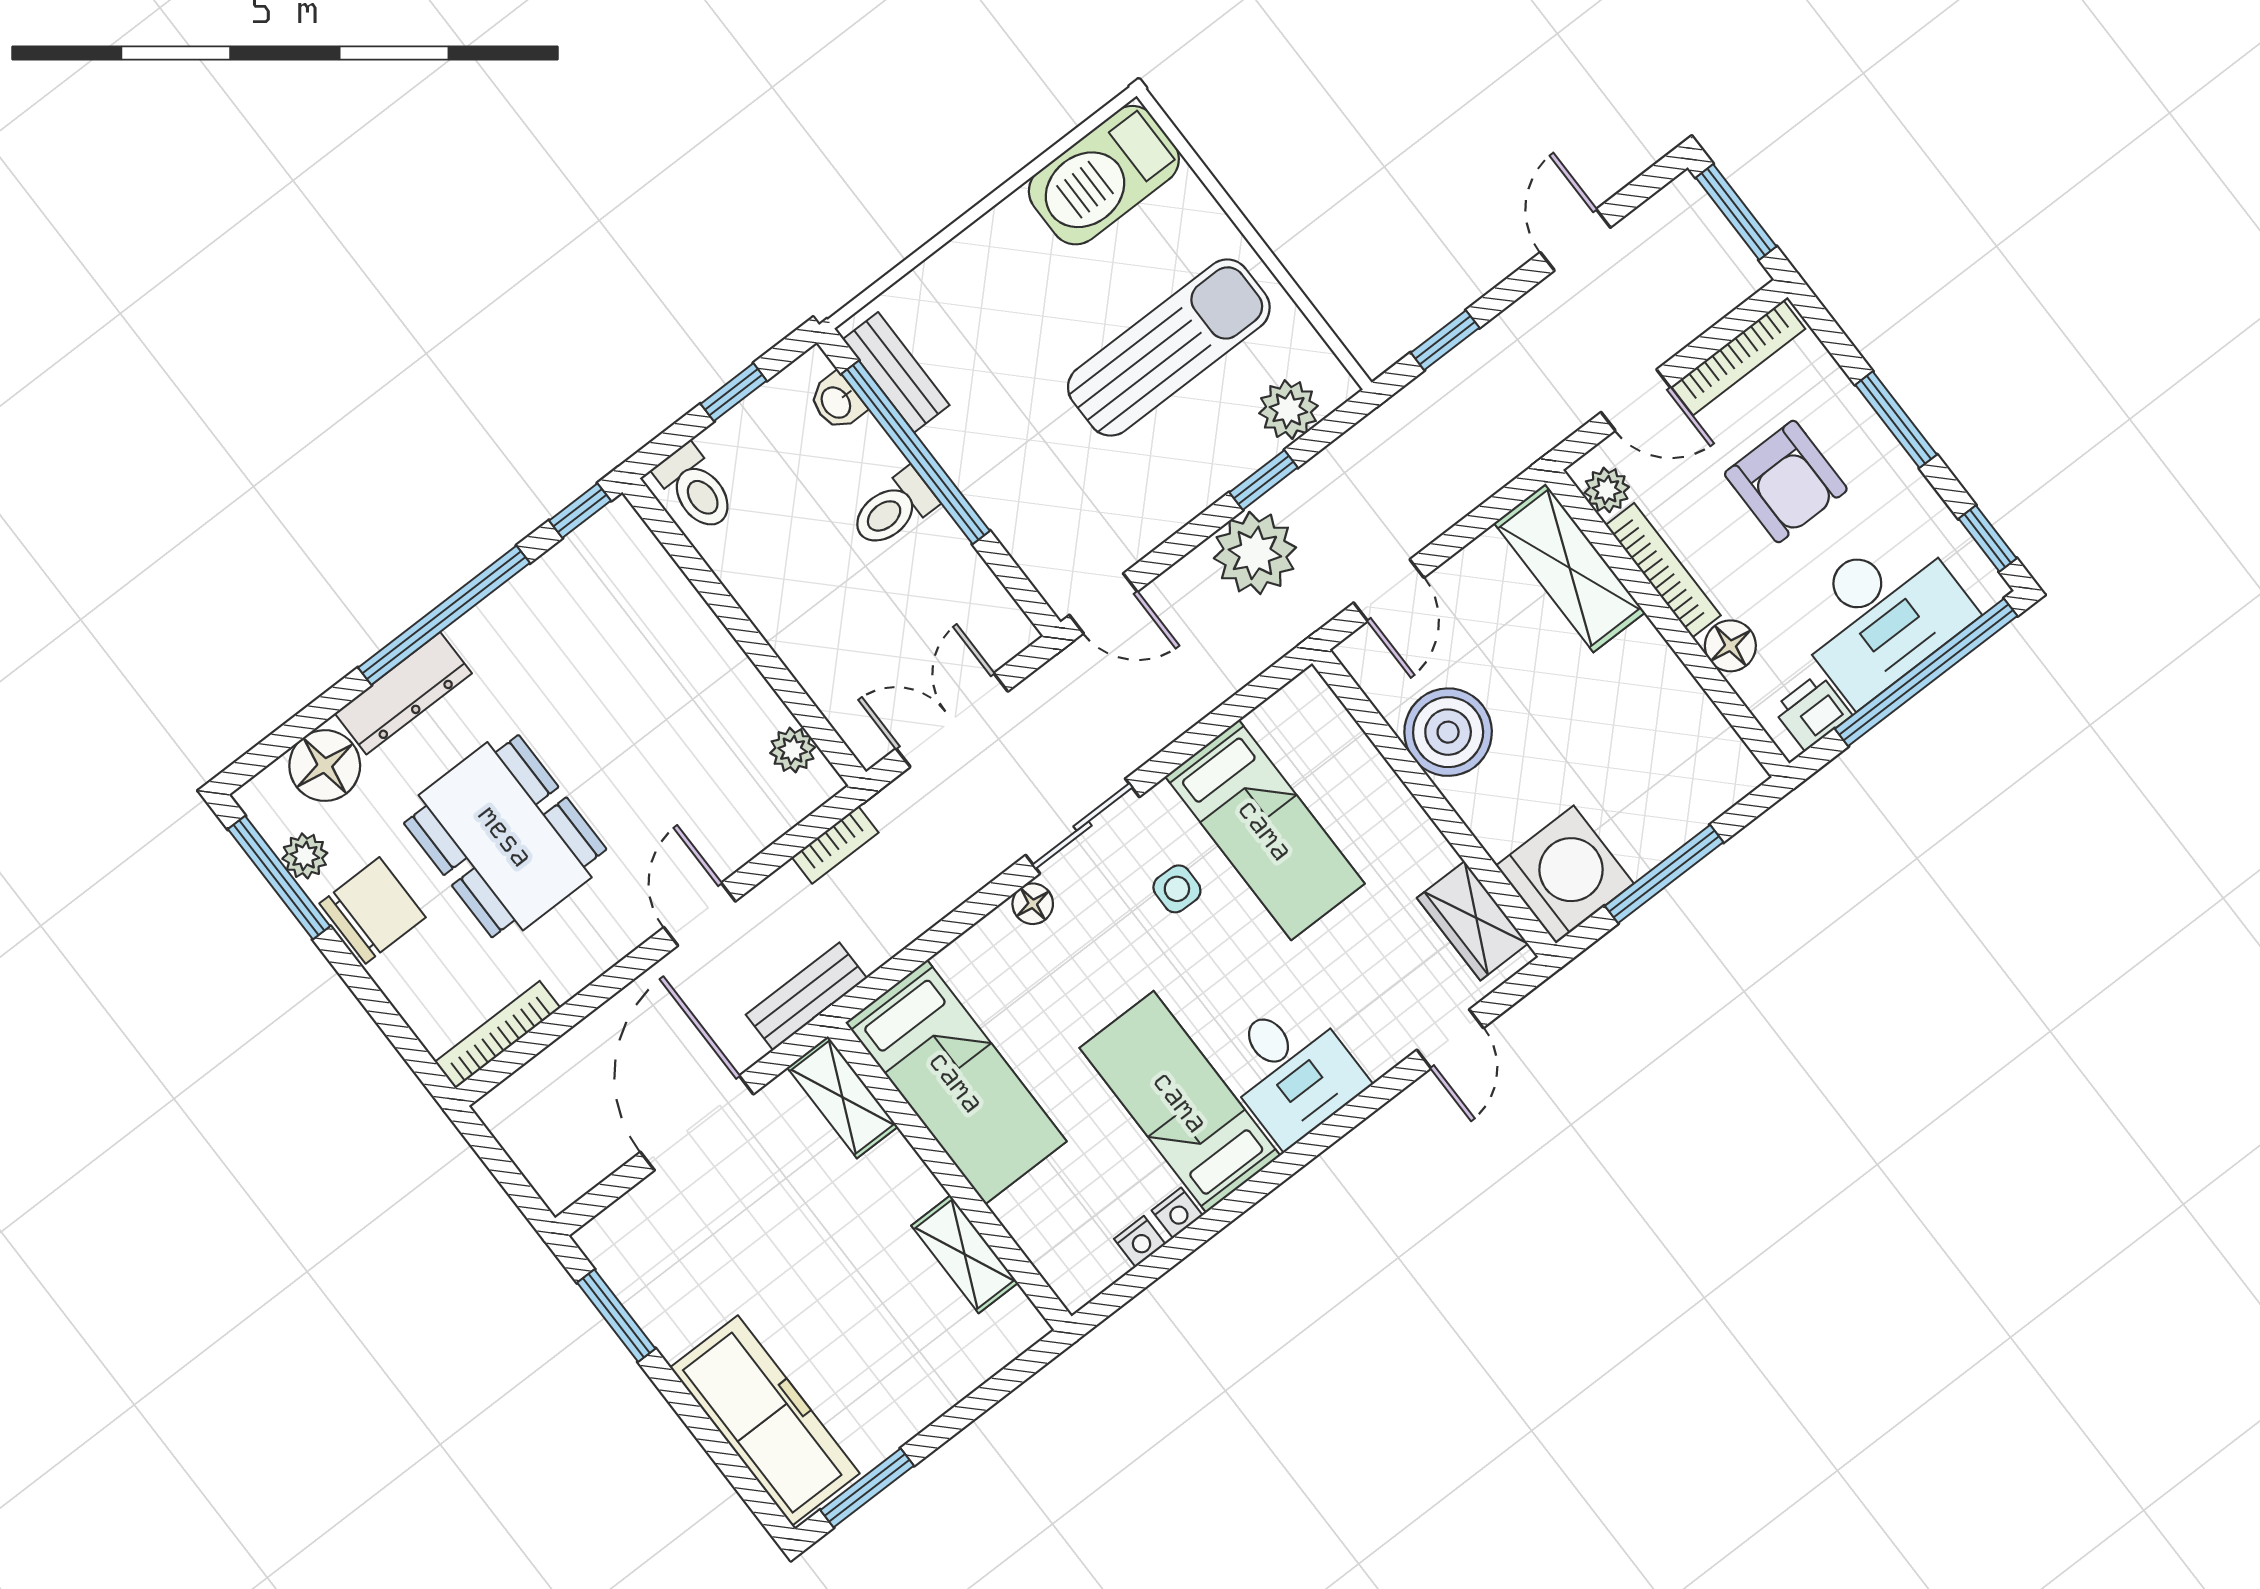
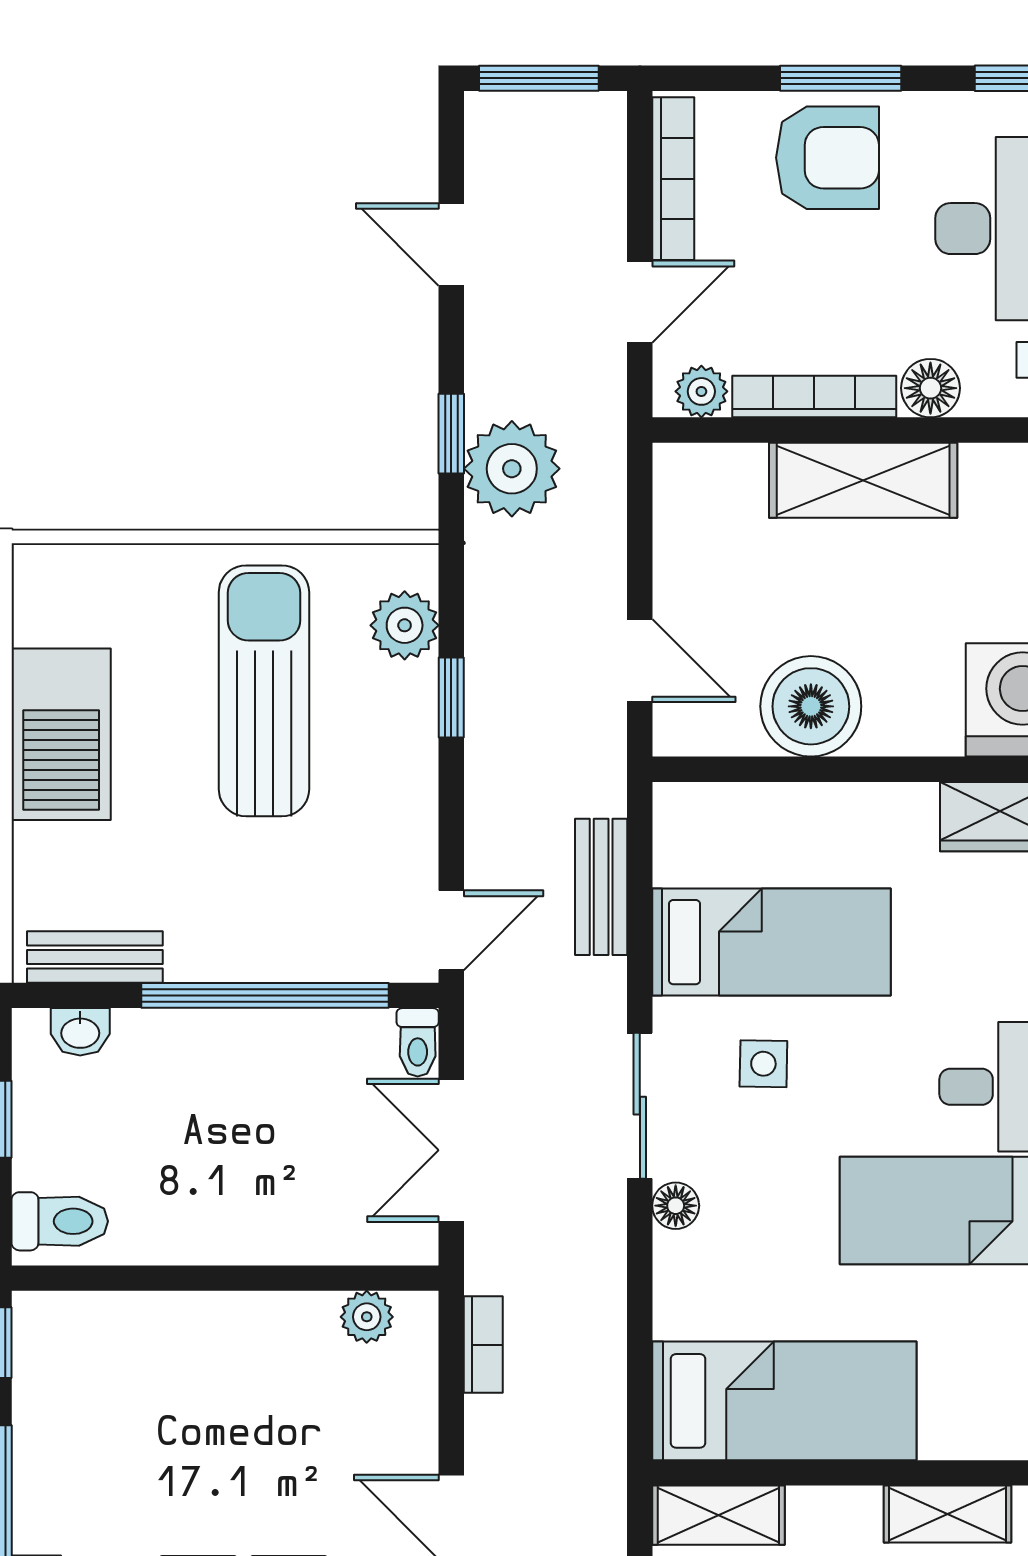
barbecue: (1104, 175) -> (61, 734), moved
window: (916, 452) -> (265, 995), moved
armchair: (1786, 482) -> (827, 158), moved
toilet: (893, 509) -> (418, 1042), moved, width x0.73, depth x0.72
plant: (1255, 553) -> (512, 469), moved
shelving: (1569, 568) -> (863, 480), moved
bench: (806, 996) -> (601, 887), moved

